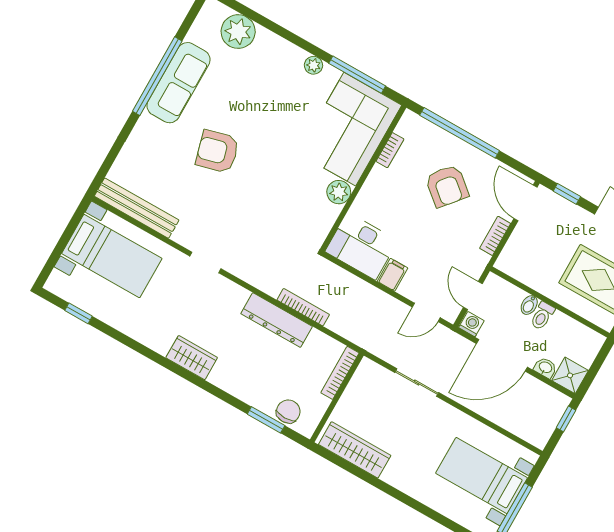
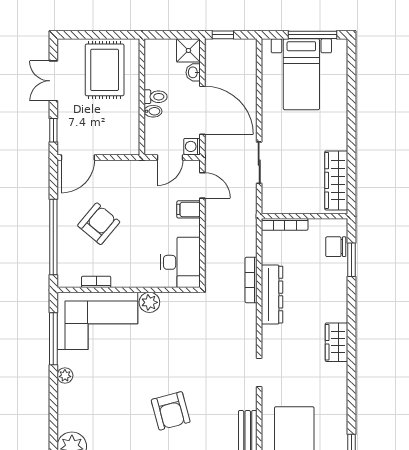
bookcase: (495, 236) -> (116, 166), removed
filing cabinet: (393, 275) -> (189, 209), moved

